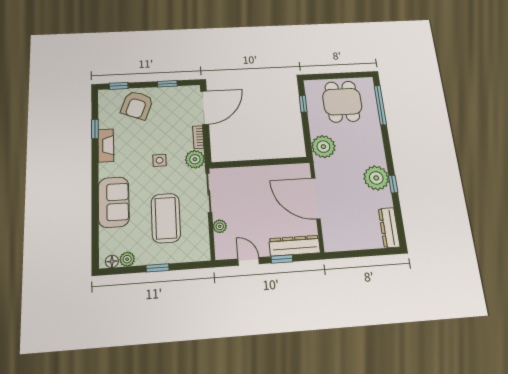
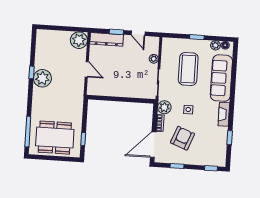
dining table: (342, 102) -> (55, 138), width x1.38
armchair: (137, 105) -> (182, 138), moved
fireplace: (106, 145) -> (224, 114), moved
plant: (323, 147) -> (79, 40), moved
door: (316, 198) -> (87, 69), width x0.53
sofa: (114, 202) -> (221, 78), width x1.36
dresser: (389, 228) -> (41, 43), removed

